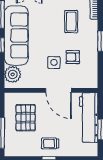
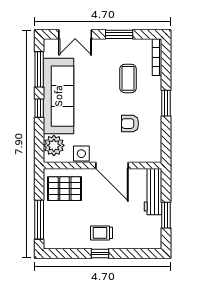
side table: (54, 62) -> (81, 154), moved
pallet: (26, 118) -> (65, 189), moved, turned 90
workbench: (89, 118) -> (153, 192), width x0.73, depth x0.76

